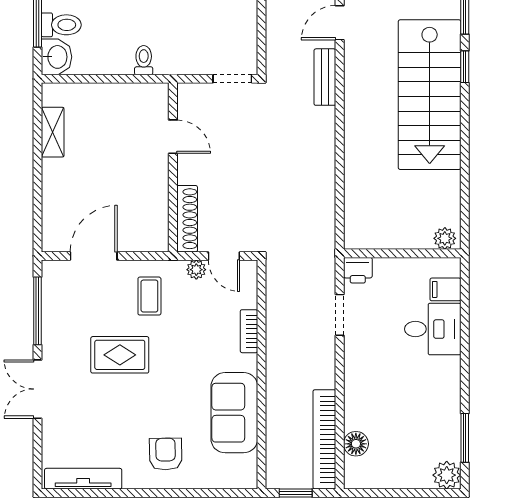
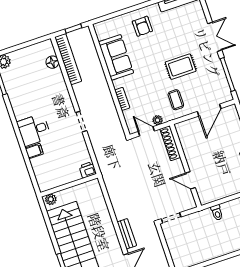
plant: (445, 238) -> (51, 199), moved
wall: (402, 253) -> (69, 185), moved
printer: (358, 270) -> (88, 170), moved

